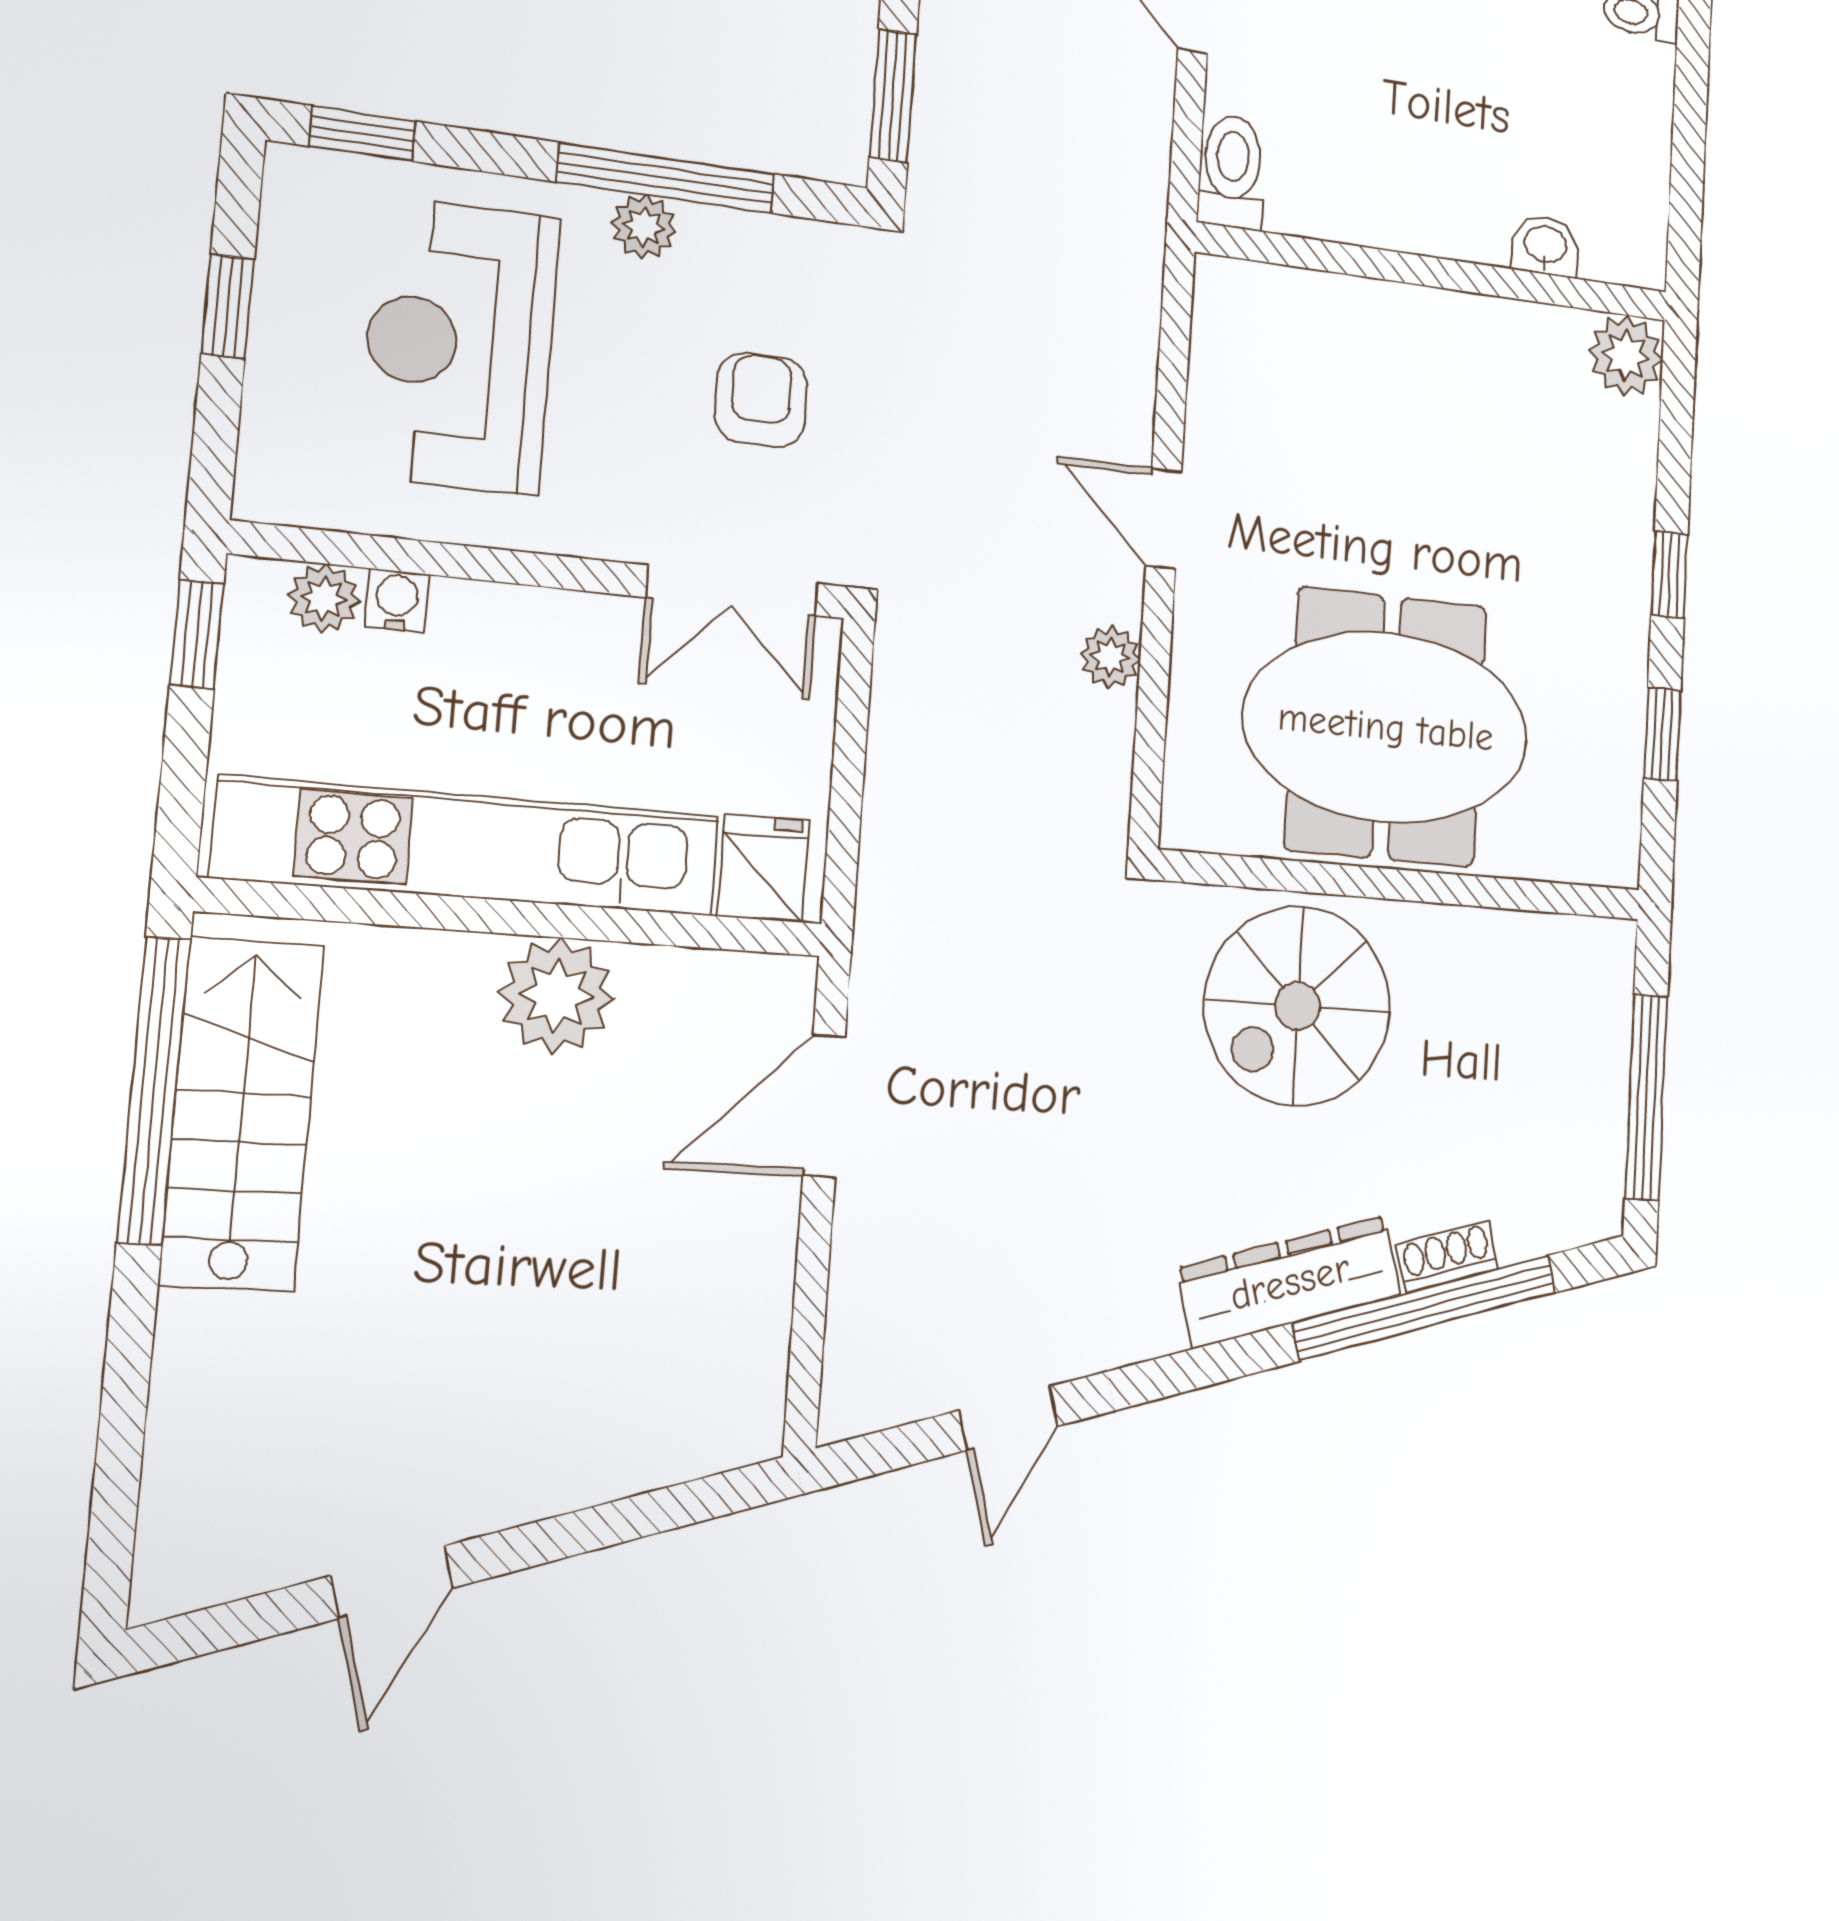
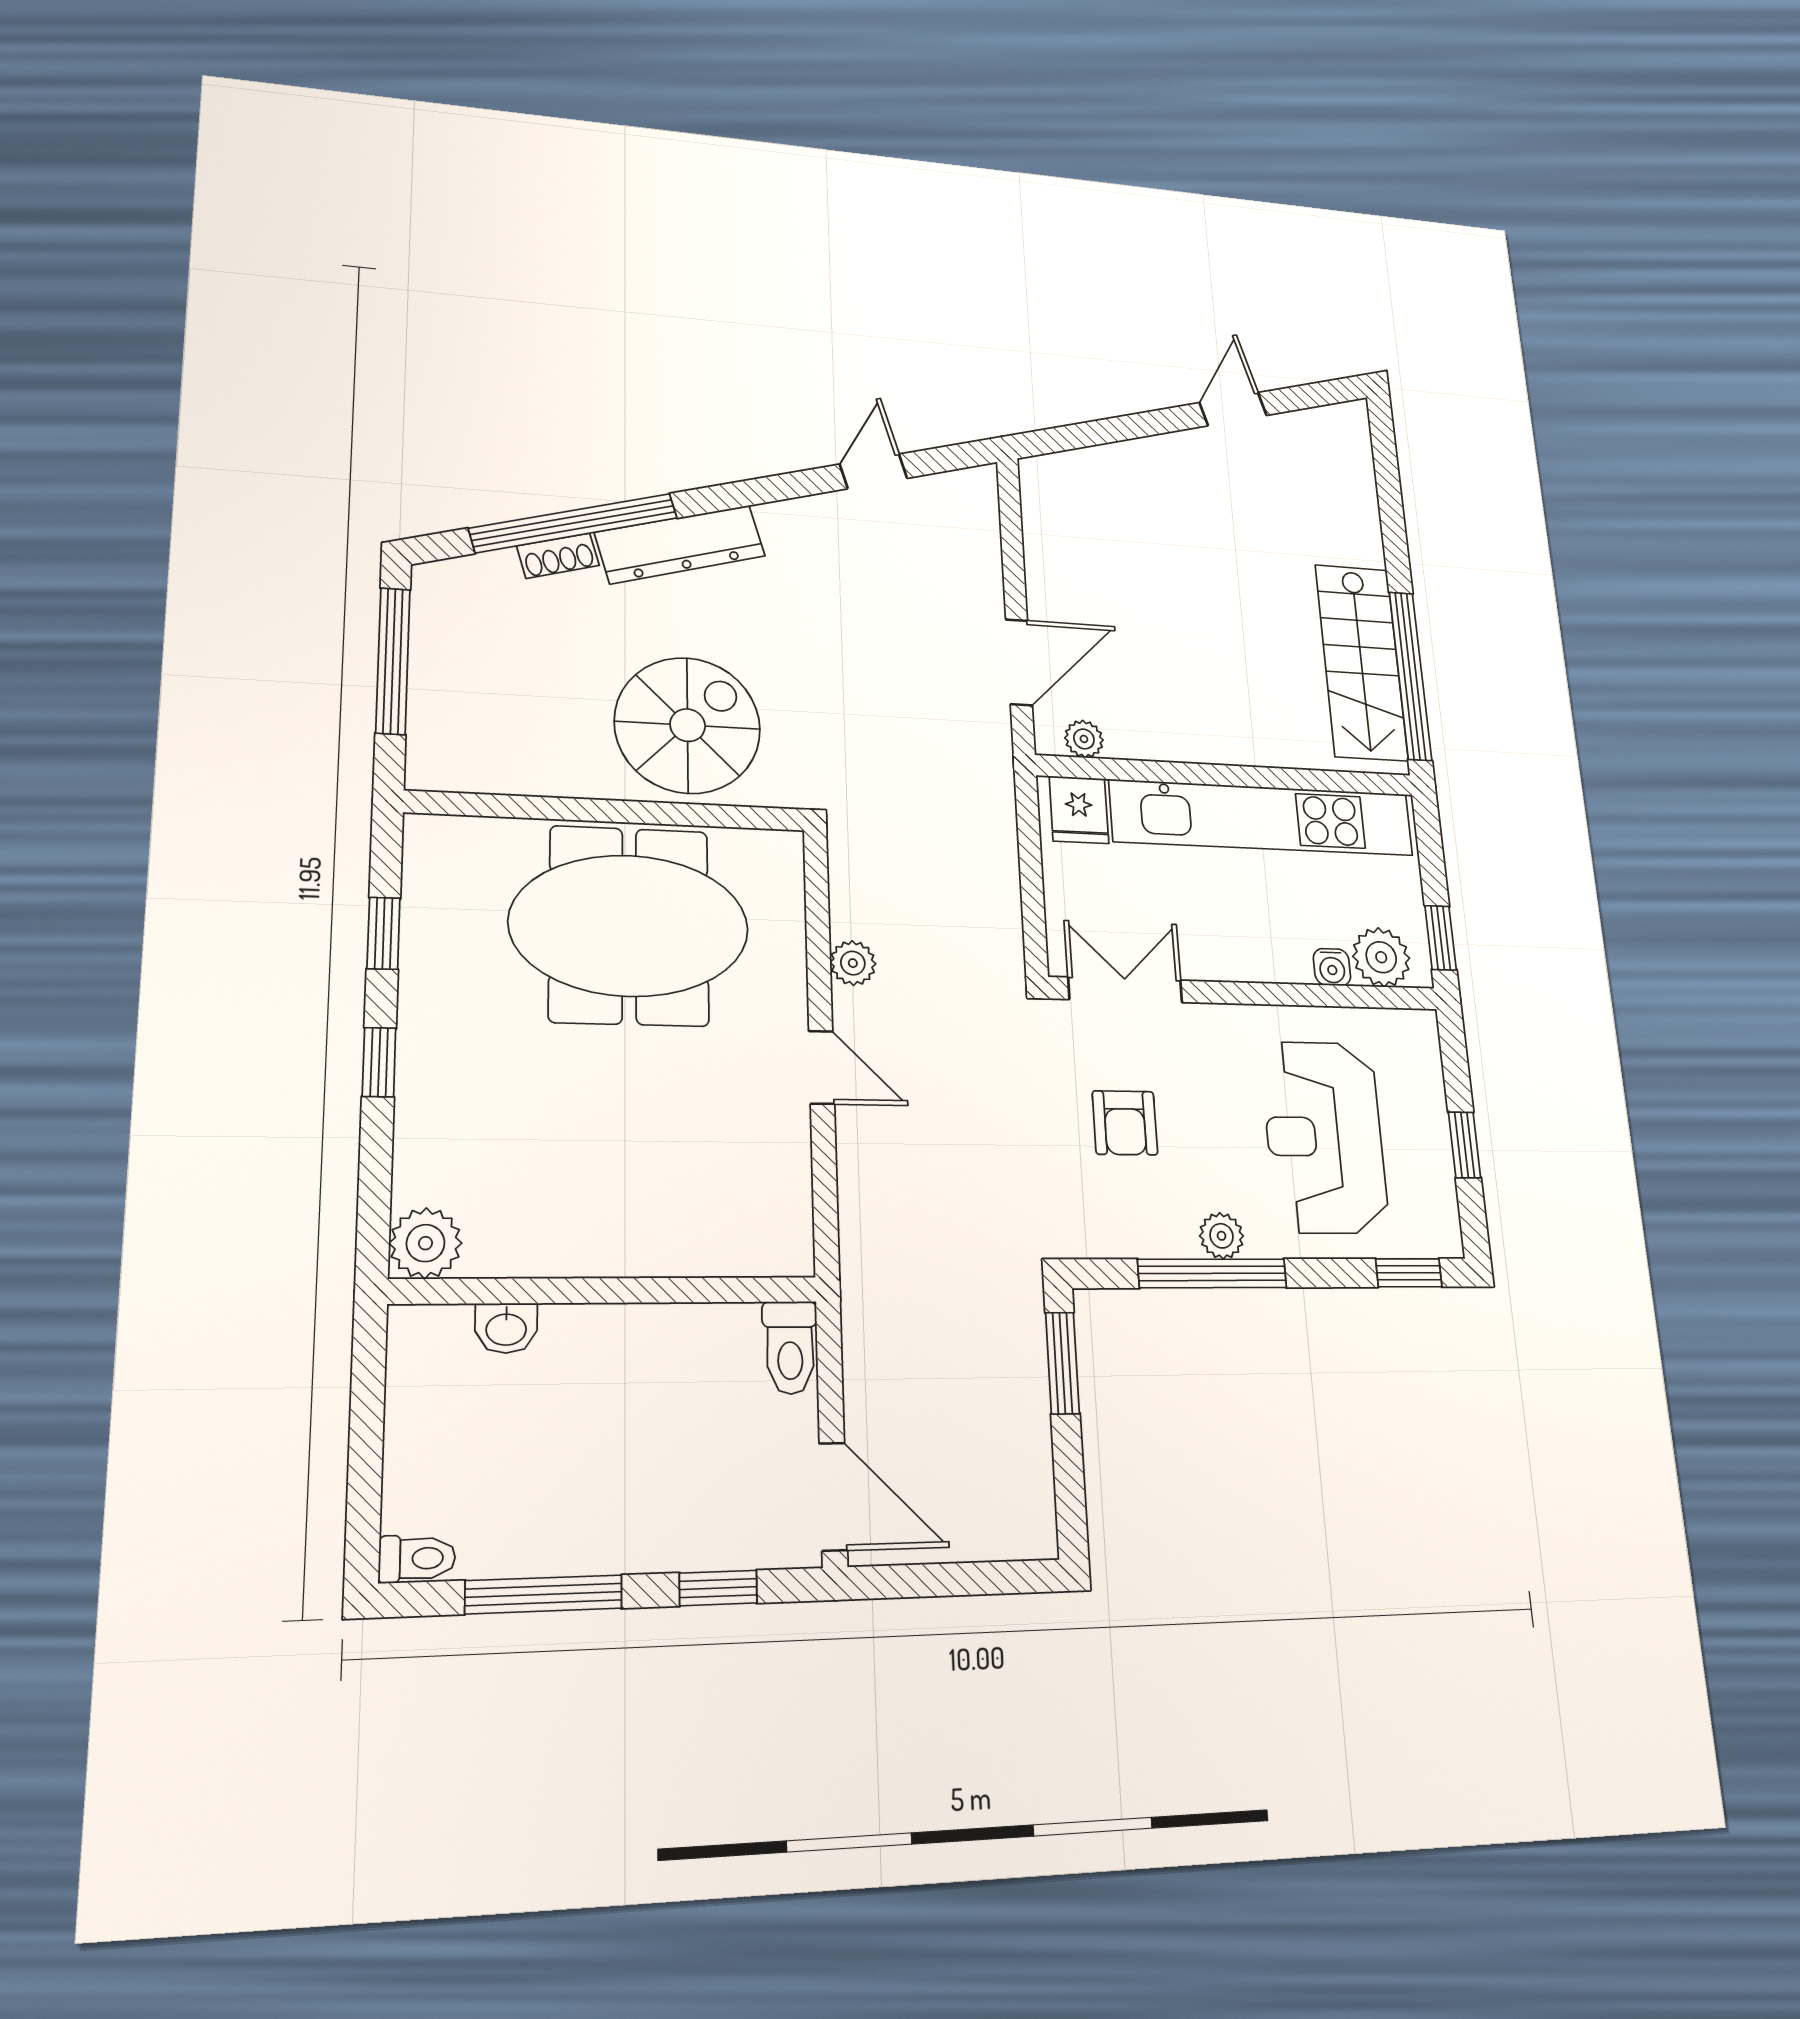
reception desk: (459, 346) -> (1324, 1137), turned 180
plant: (324, 598) -> (1381, 957), width x1.38, depth x1.38
plant: (556, 996) -> (1084, 739), moved, width x0.53, depth x0.53

